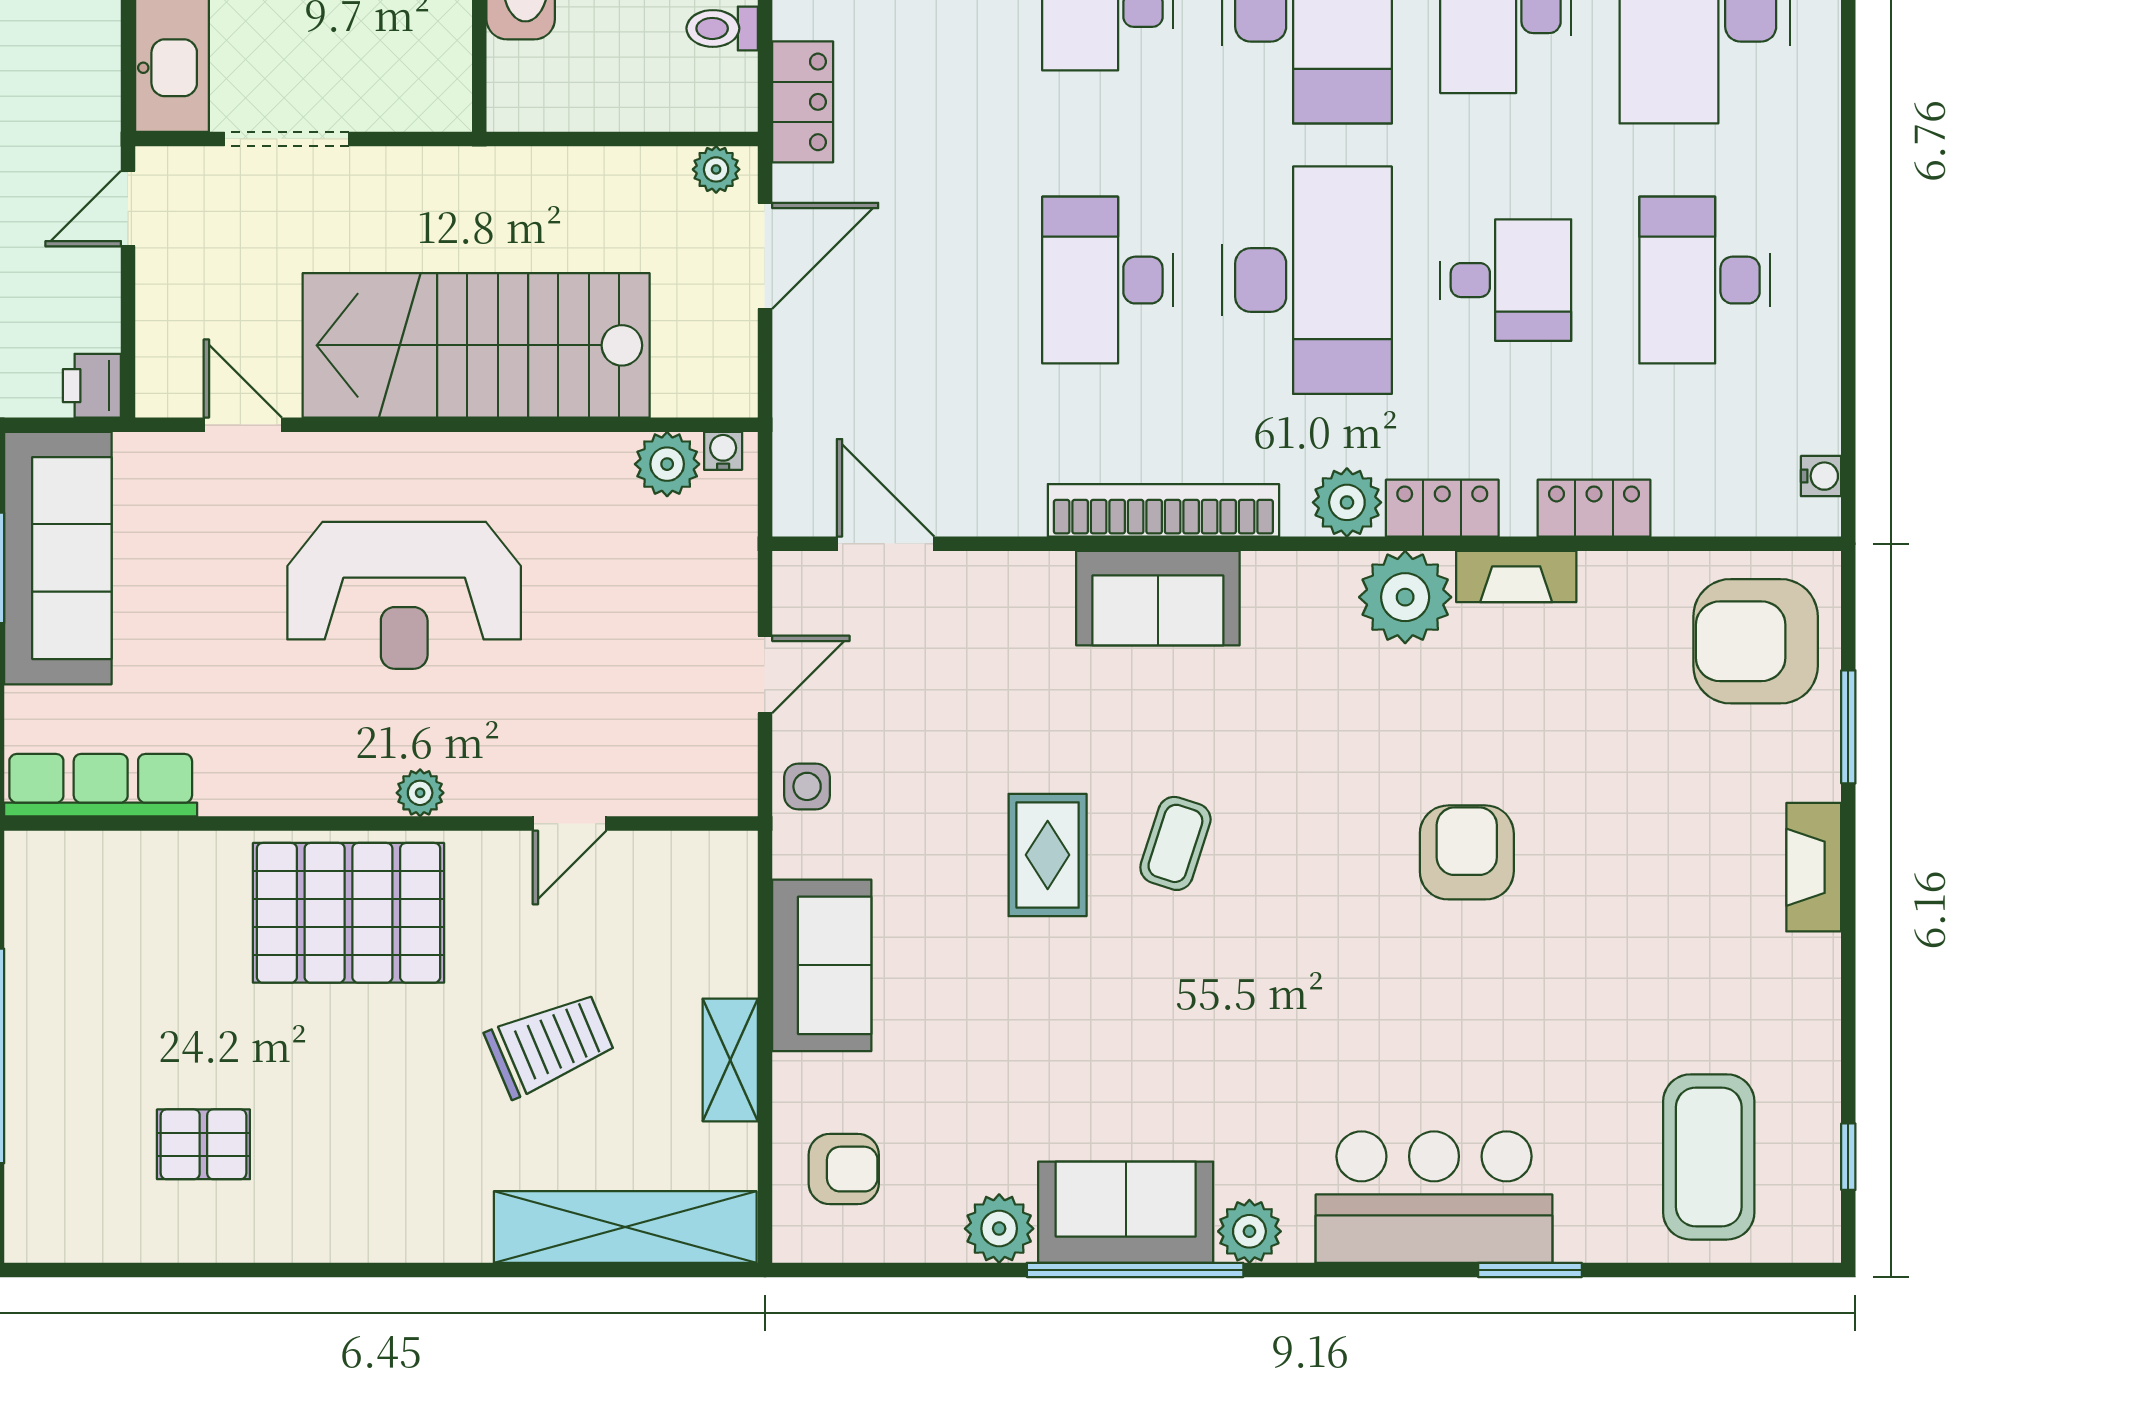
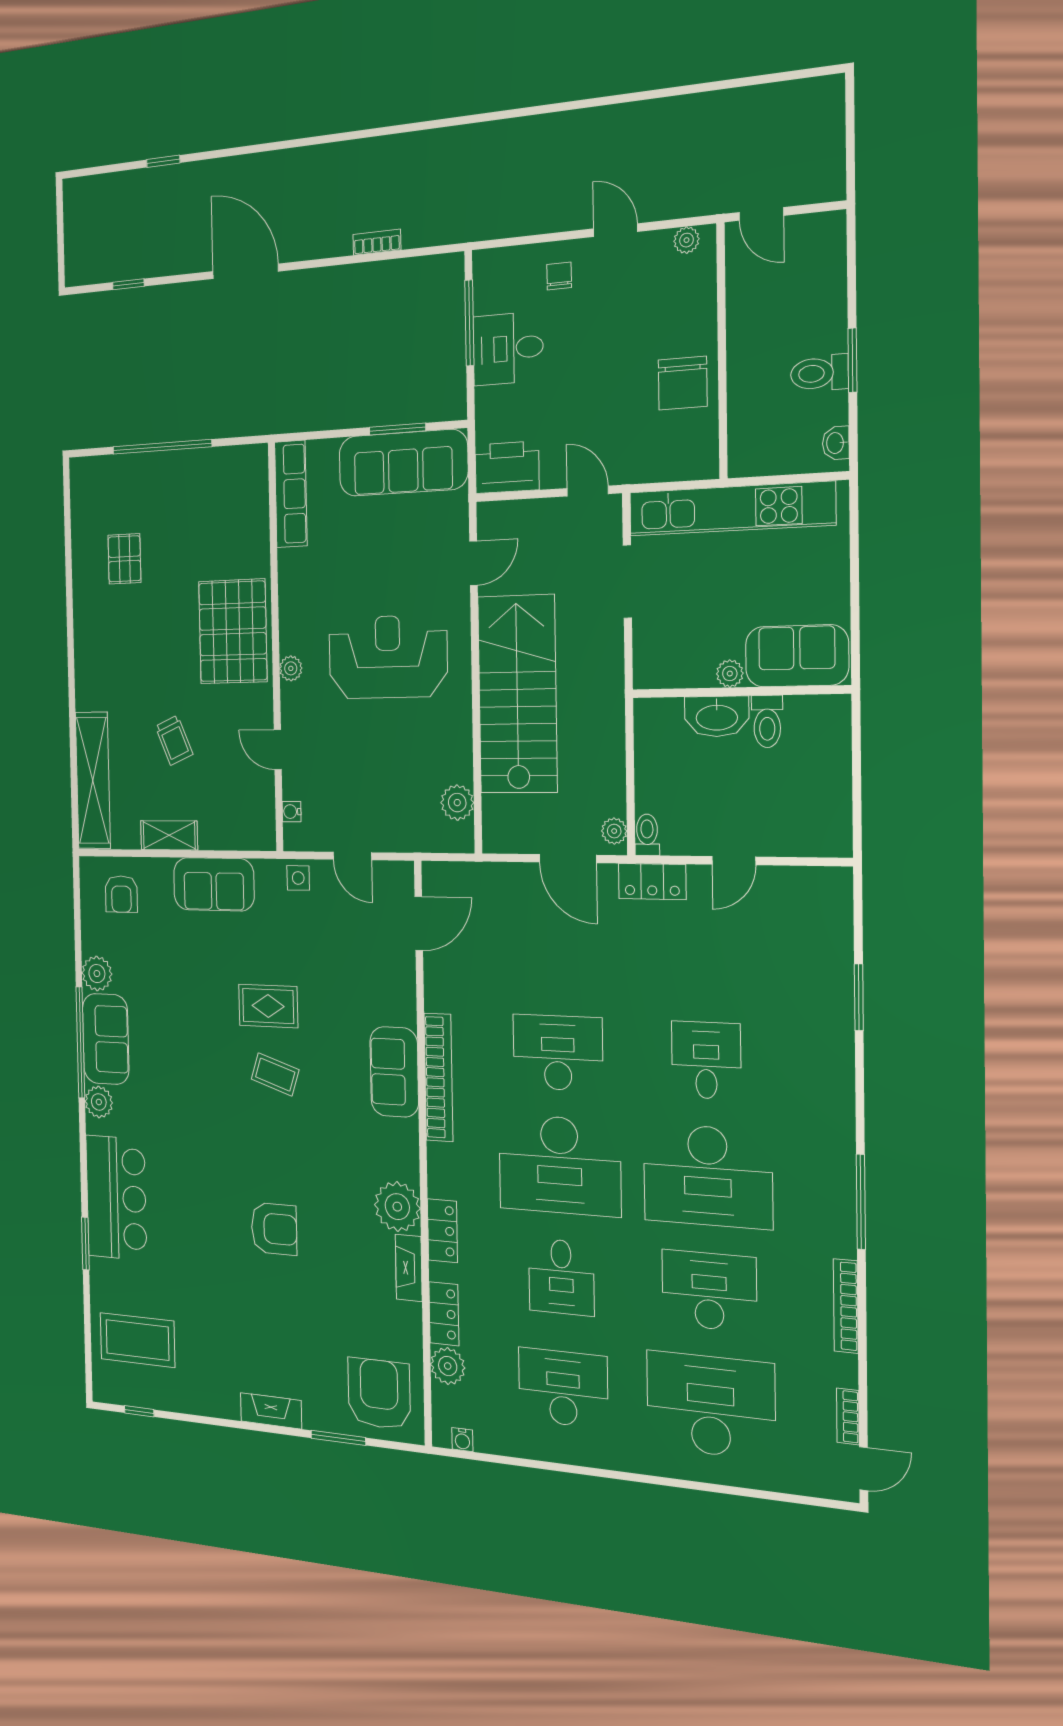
toilet: (722, 28) -> (647, 835), moved
printer: (92, 386) -> (507, 467), width x1.87, depth x1.48
water cooler: (723, 451) -> (292, 812), moved, turned 180
plant: (1347, 502) -> (448, 1366), moved
reception desk: (404, 595) -> (388, 657), turned 90
trolley: (550, 1044) -> (174, 740), width x0.73, depth x0.72

